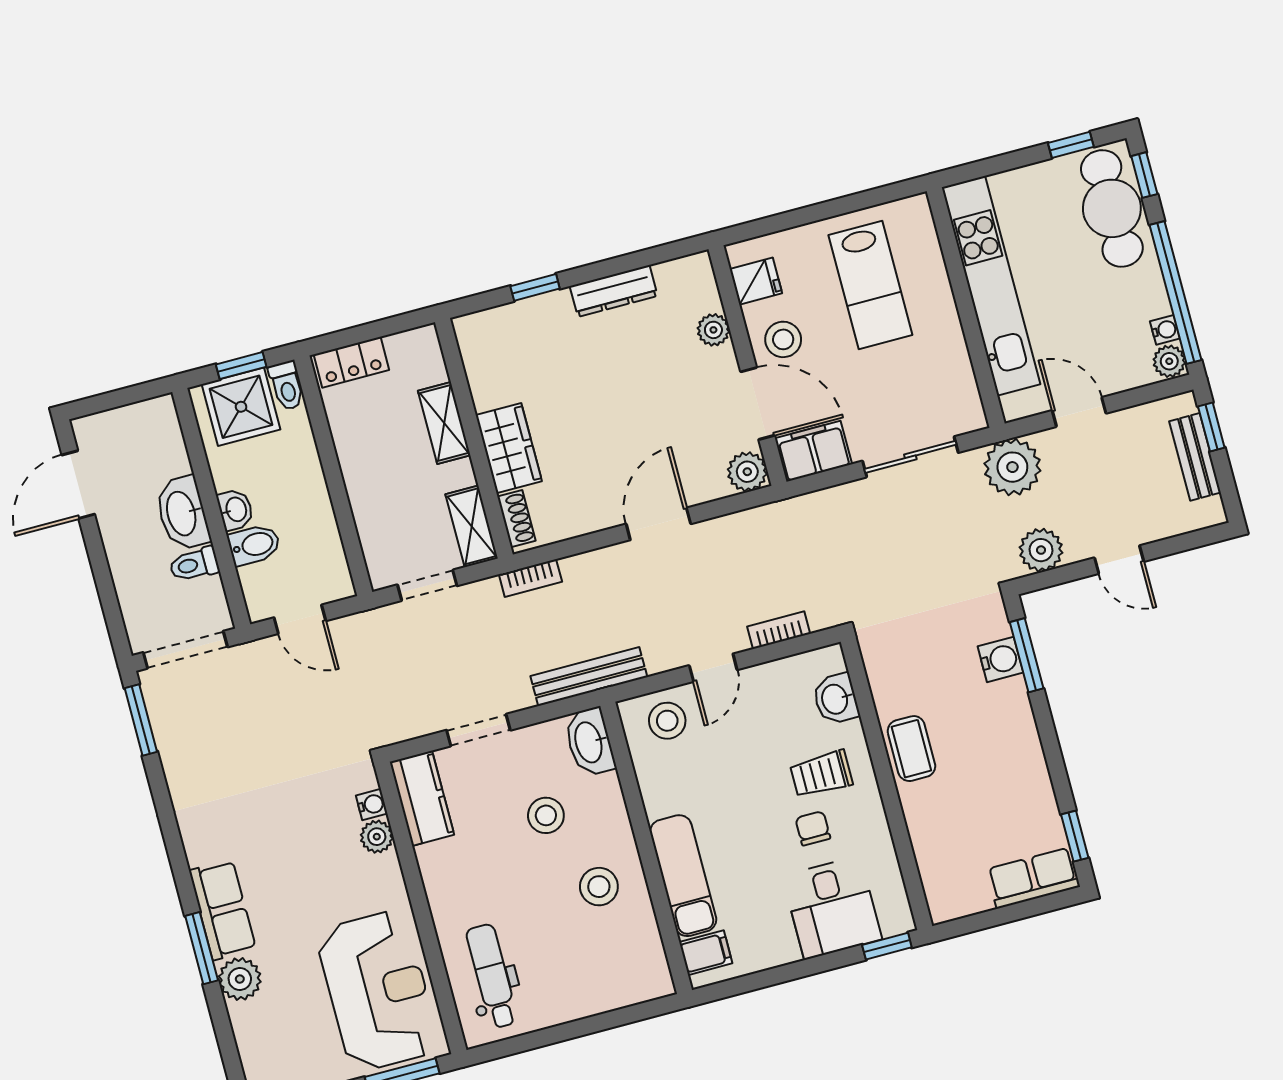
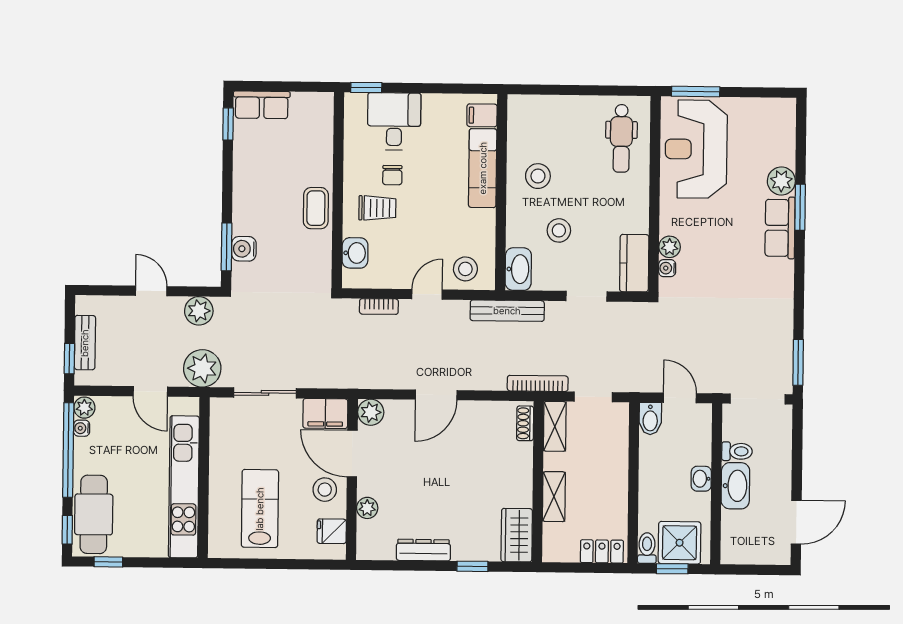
wardrobe: (509, 448) -> (517, 535), moved
bidet: (254, 545) -> (650, 419), moved, turned -90
bookcase: (530, 578) -> (538, 383), width x1.56

